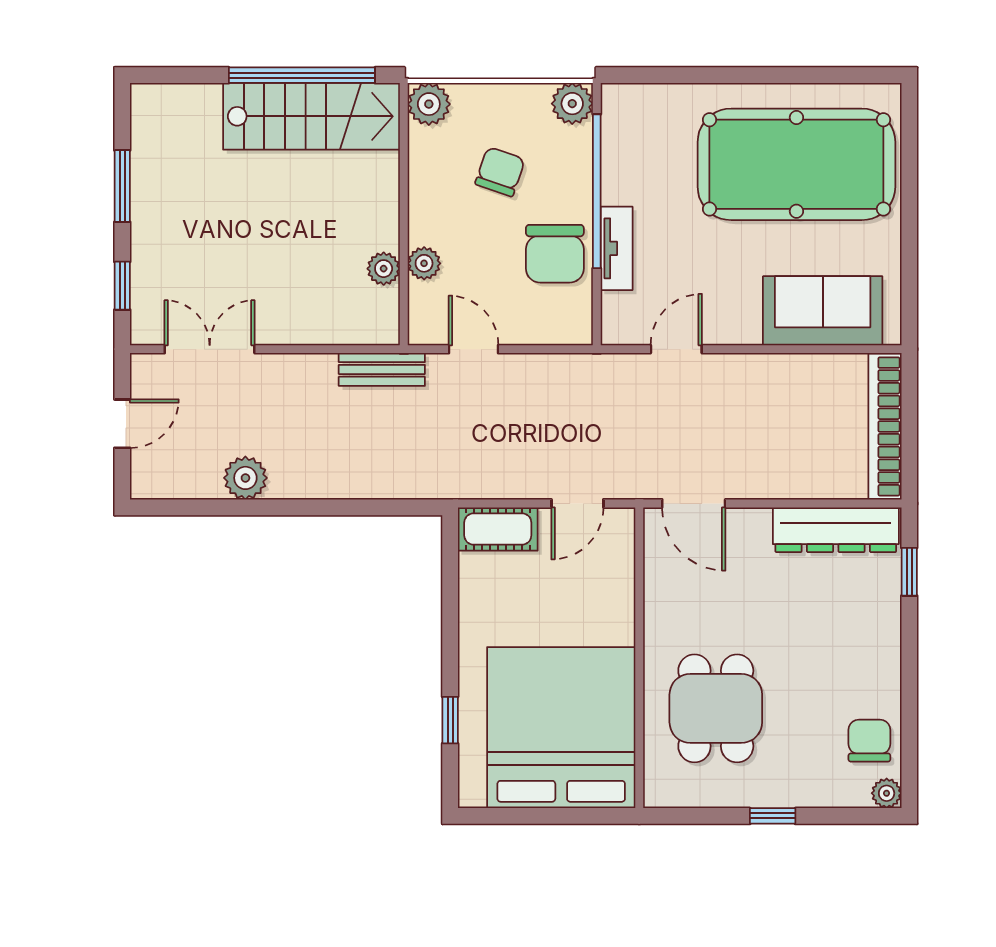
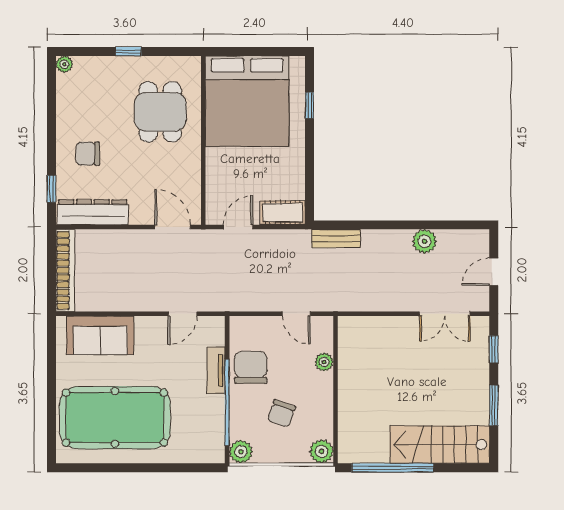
stairs: (312, 116) -> (440, 445), moved
plant: (384, 269) -> (347, 359), removed
bench: (382, 369) -> (336, 238), moved
chair: (869, 741) -> (88, 154), moved, turned 90

